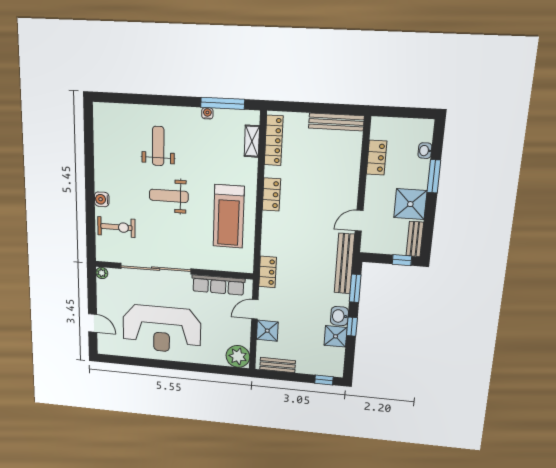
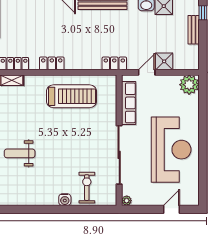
weight bench: (169, 196) -> (58, 145), removed
door: (255, 309) -> (147, 72), swing flipped
bench: (278, 365) -> (194, 30), moved

